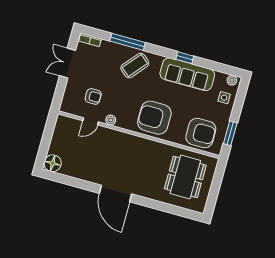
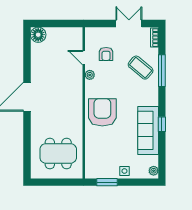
coffee table: (135, 66) -> (141, 68), moved
side table: (224, 98) -> (124, 171), moved
armchair: (201, 133) -> (100, 156), removed

